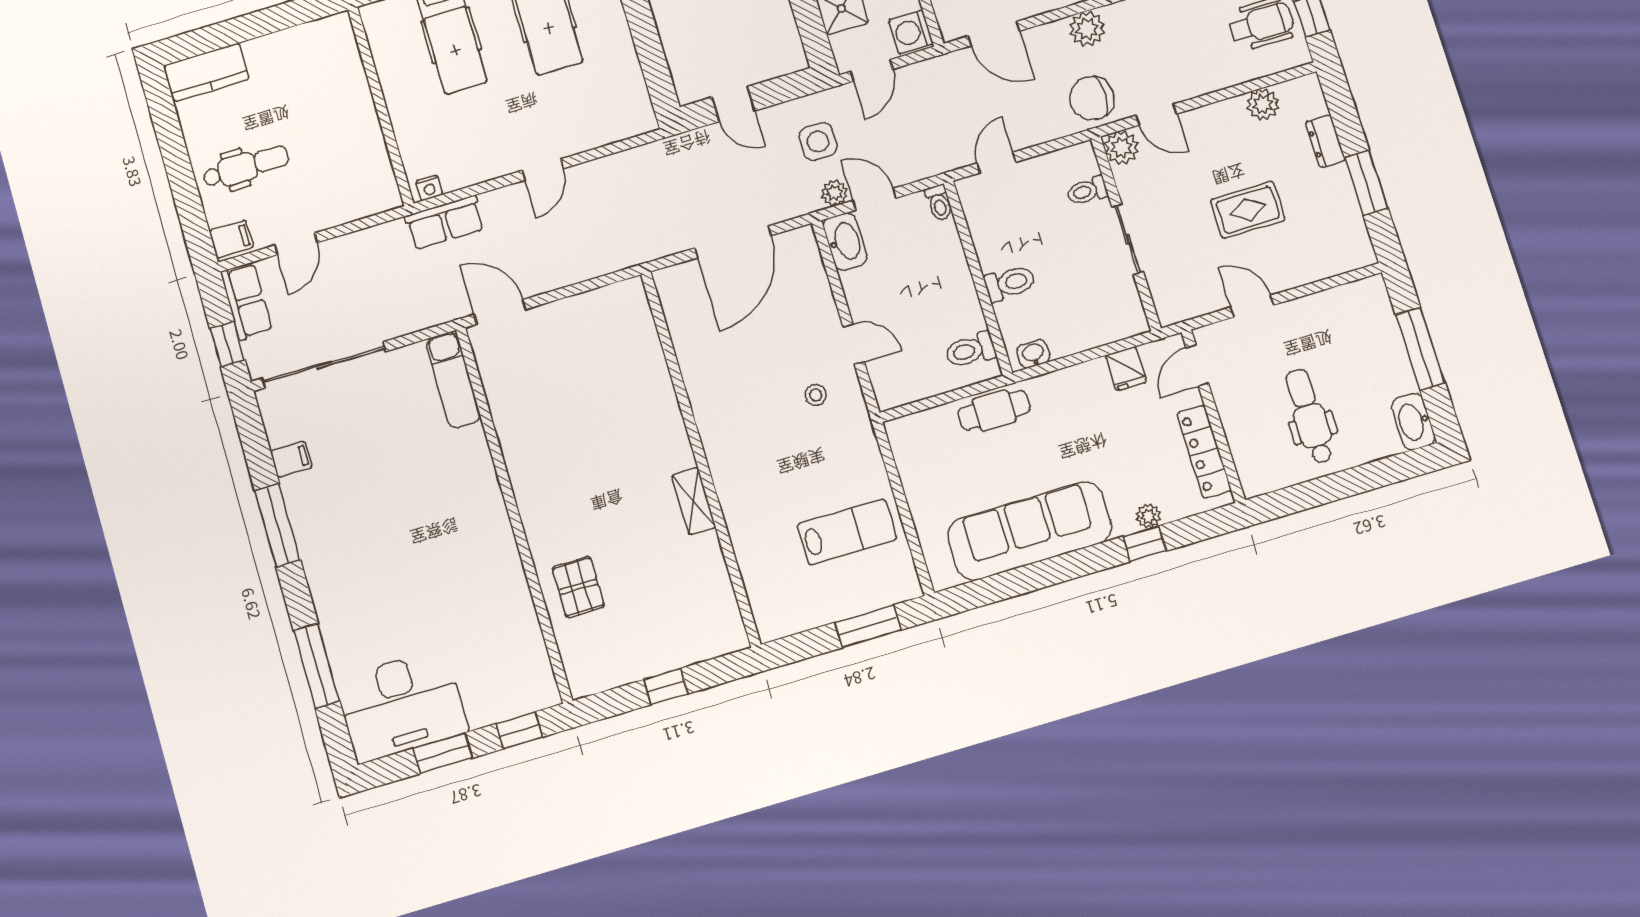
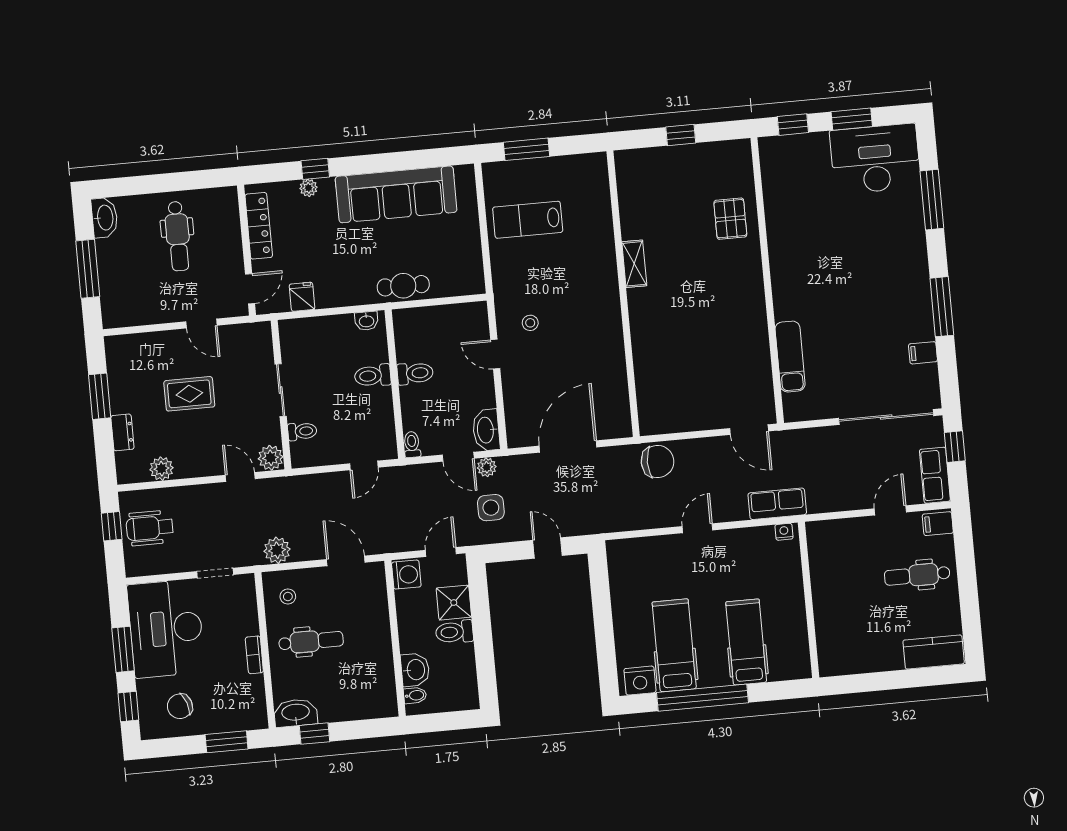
chair: (1092, 98) -> (658, 462), moved
toilet: (970, 350) -> (415, 373), moved
exam couch: (453, 380) -> (790, 357), moved

